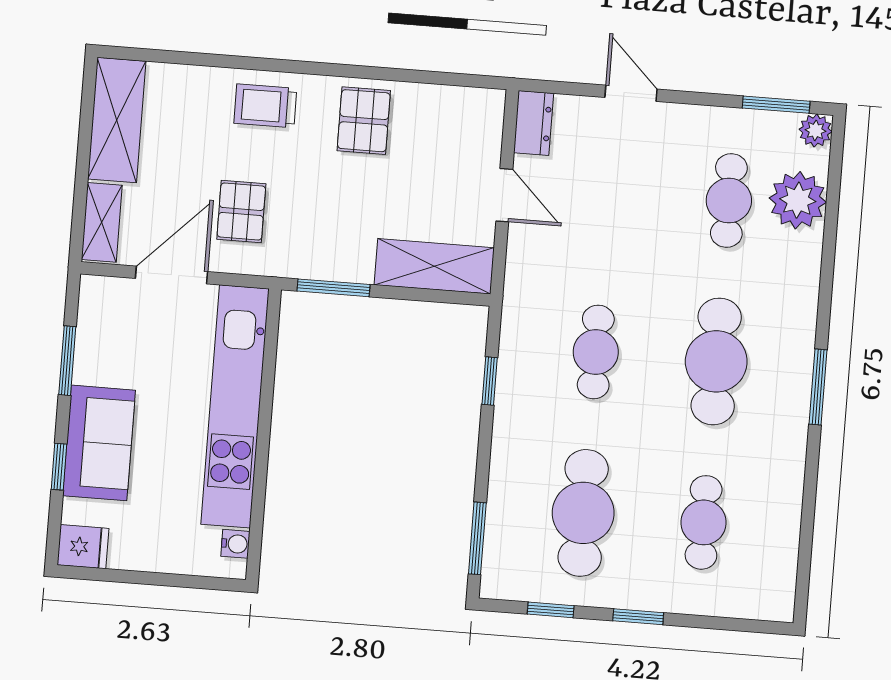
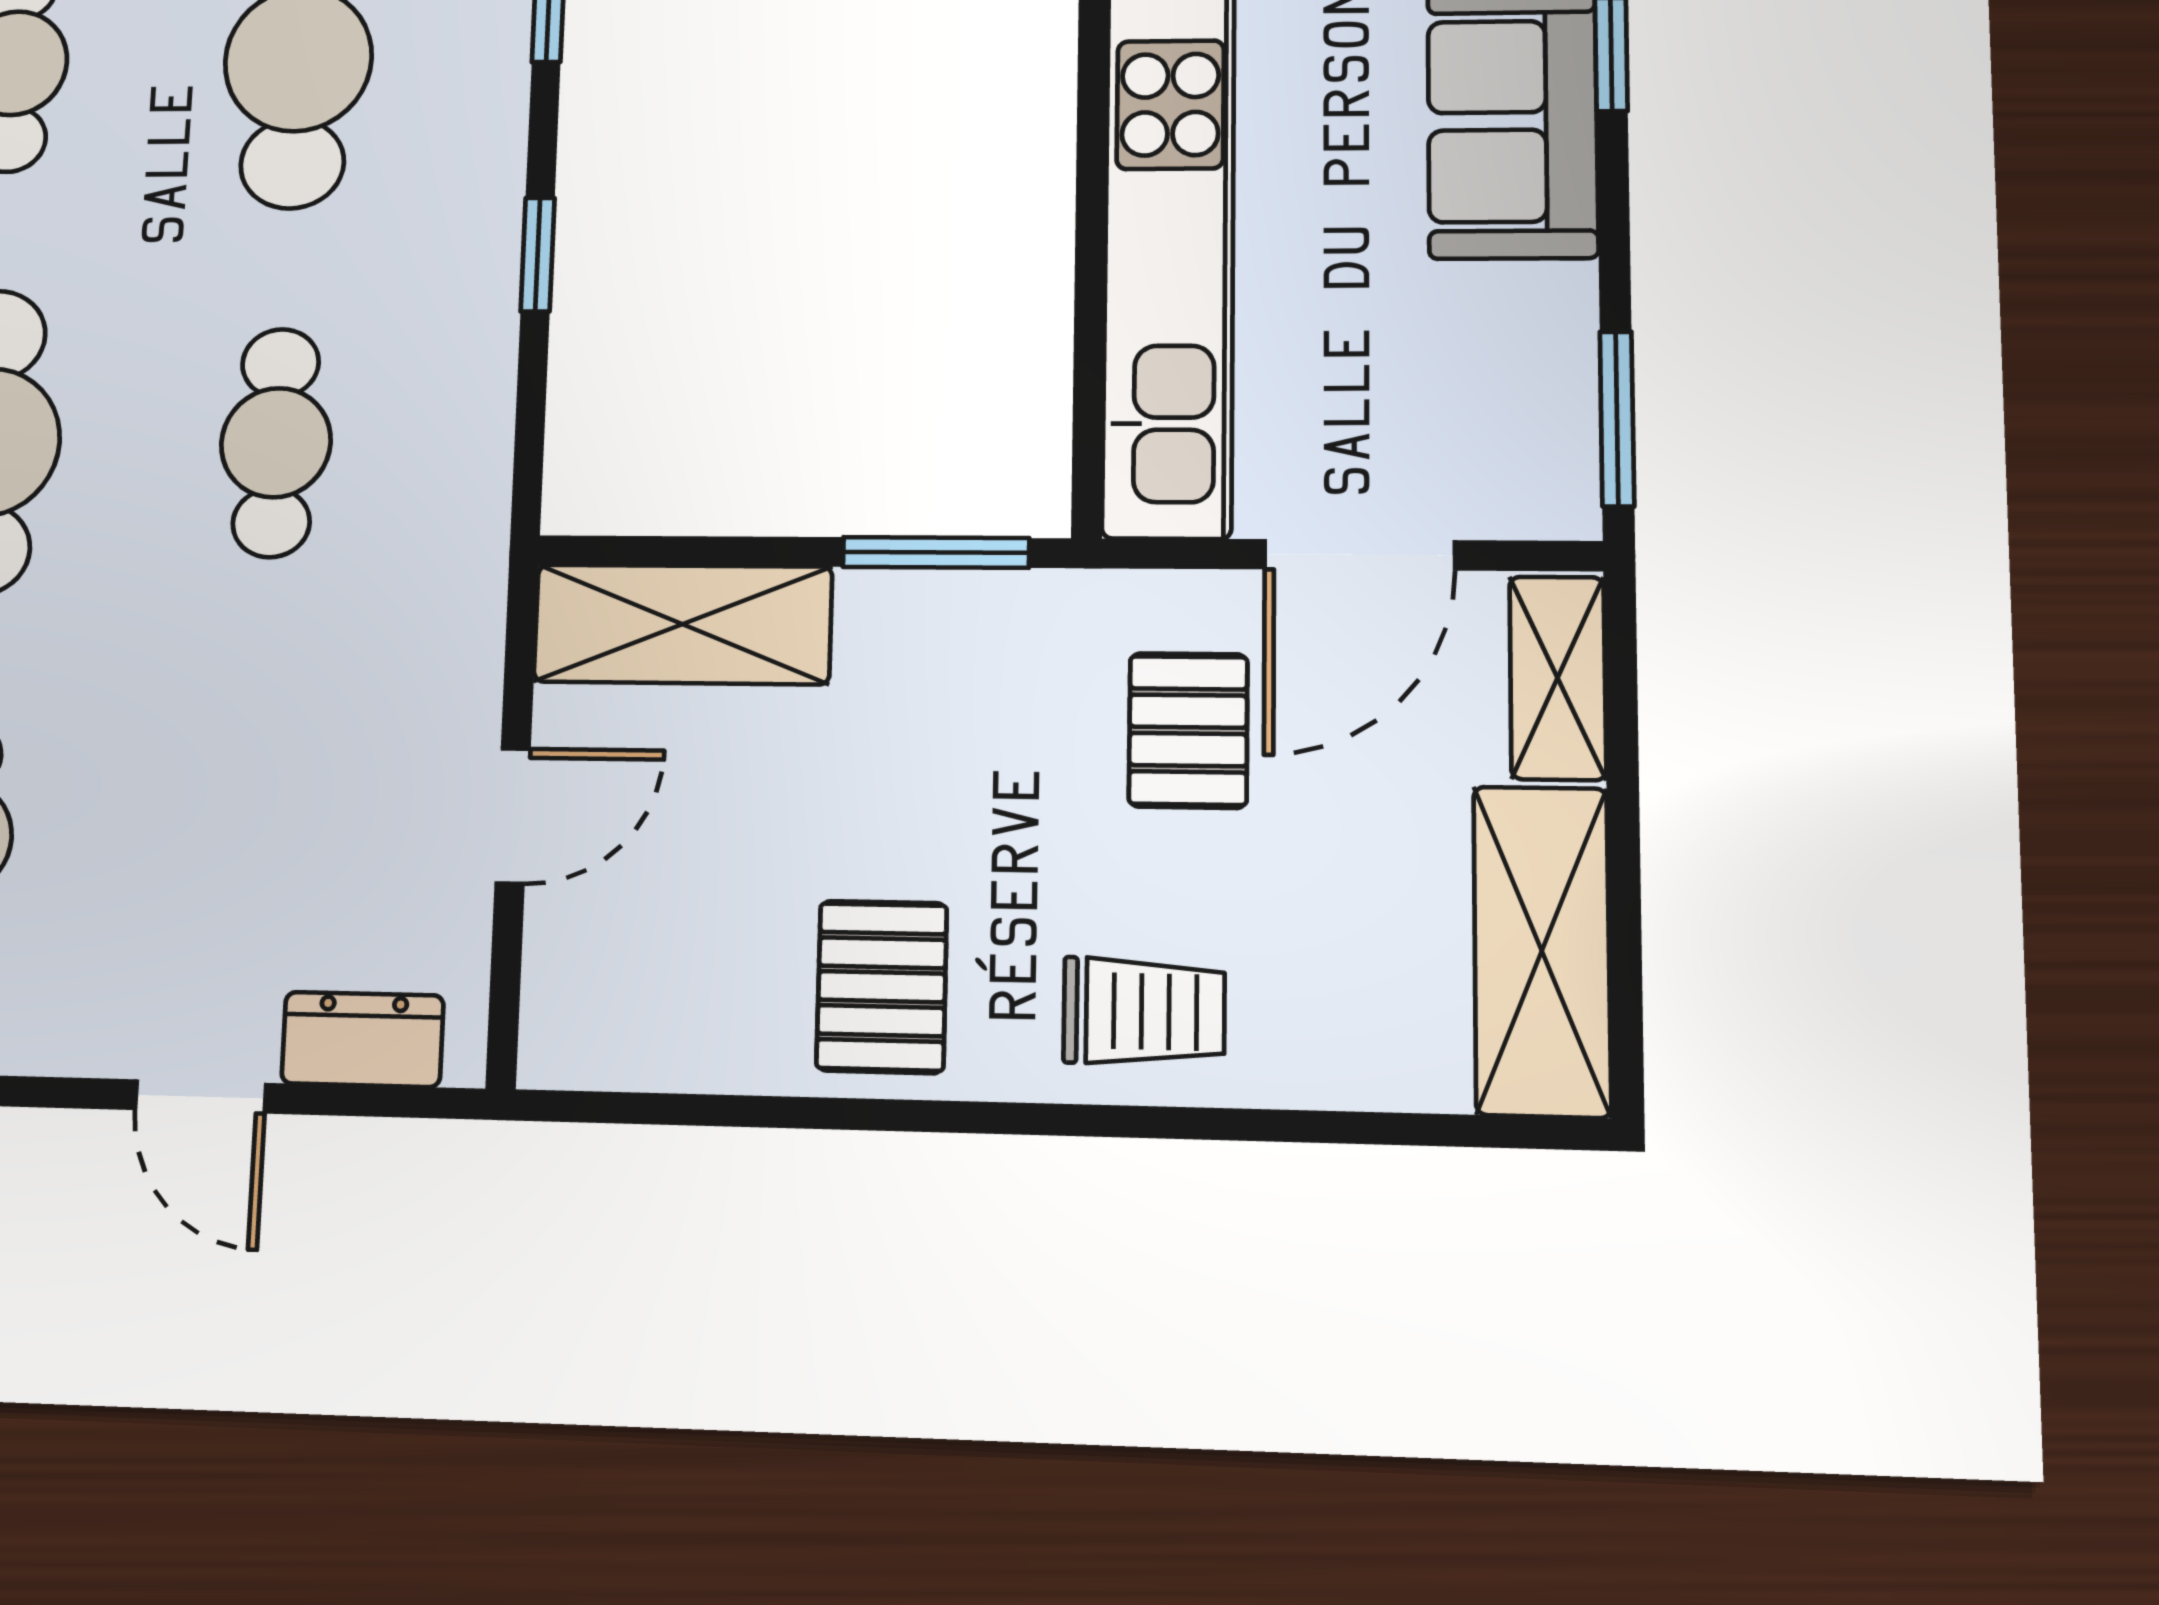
dresser: (534, 123) -> (362, 1039), moved, turned 90
door: (504, 195) -> (513, 816), swing flipped
window: (67, 361) -> (1617, 419), moved
window: (490, 381) -> (538, 255), moved

